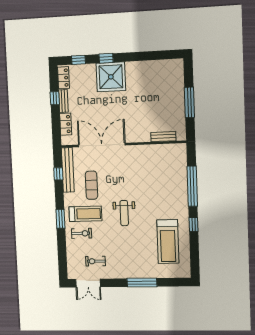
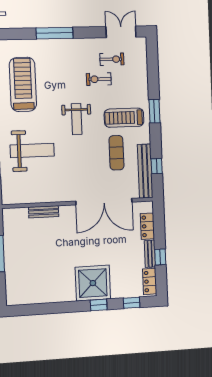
bench: (163, 137) -> (44, 212), moved
weight bench: (161, 188) -> (32, 151), added
weight bench: (124, 213) -> (77, 119), turned 180
exercise bike: (82, 233) -> (99, 79), moved

